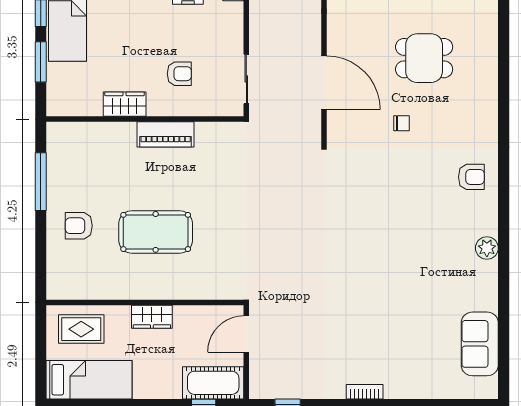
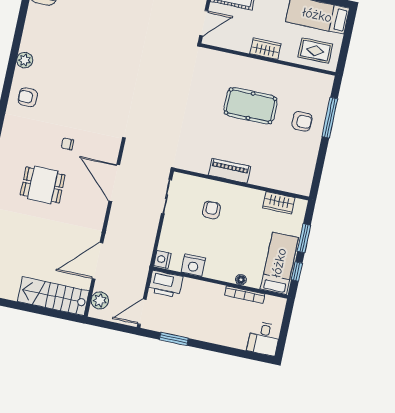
armchair: (179, 74) -> (211, 210), turned 90
wardrobe: (125, 104) -> (279, 203), moved
window: (41, 182) -> (330, 118), moved
plant: (487, 248) -> (25, 60), moved

